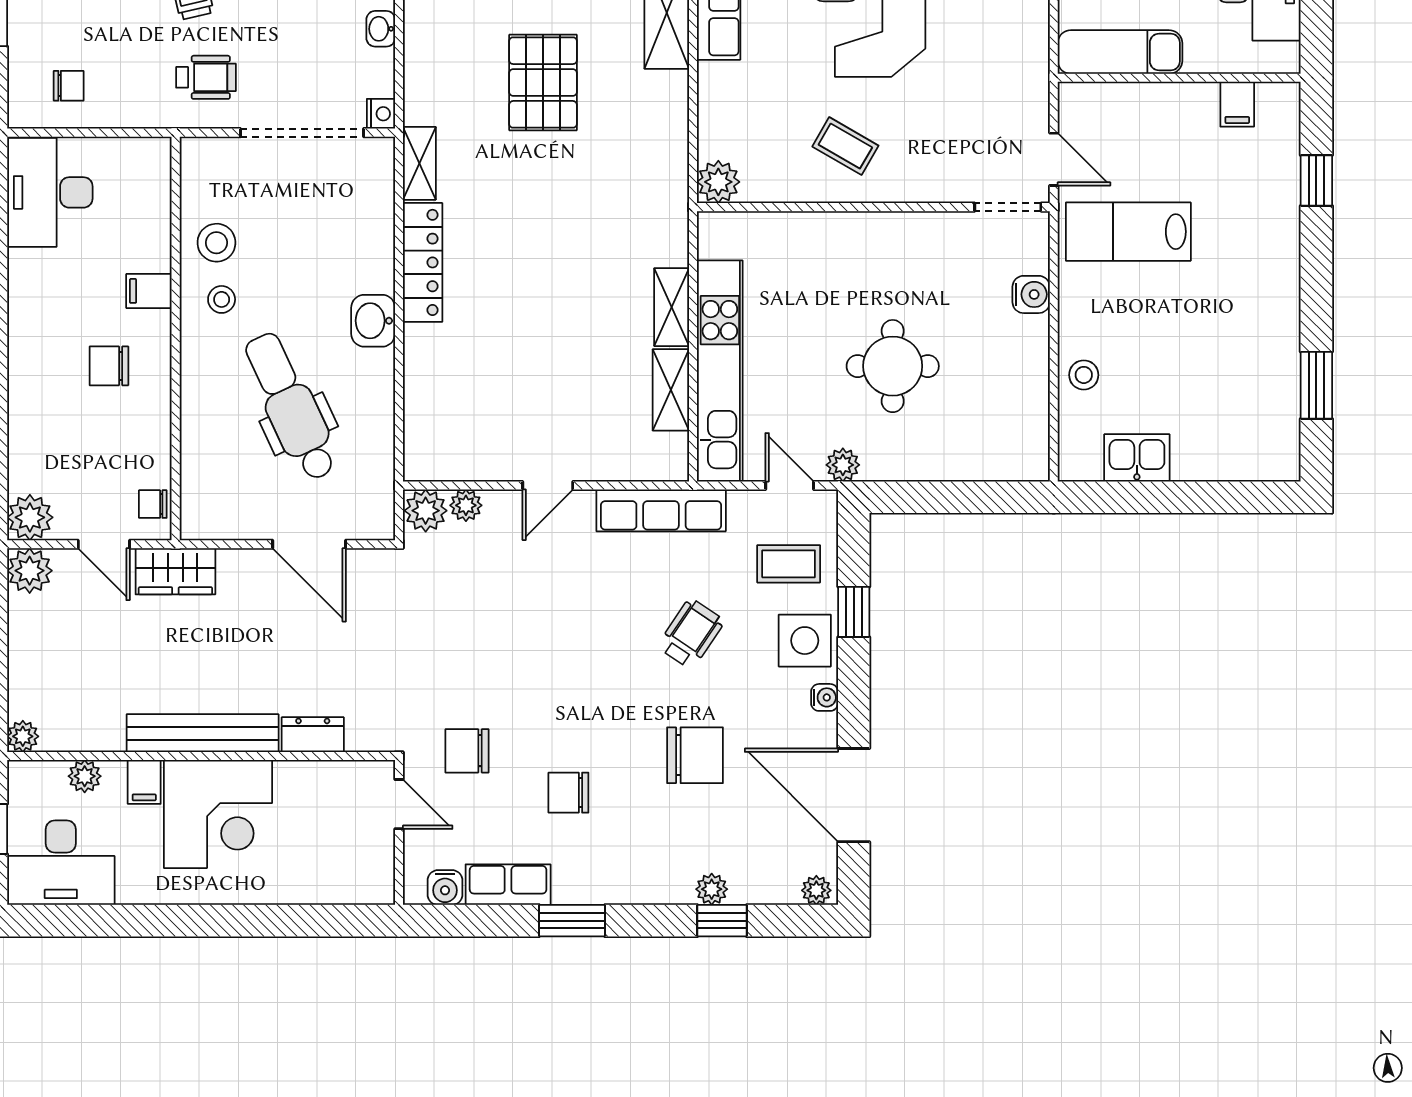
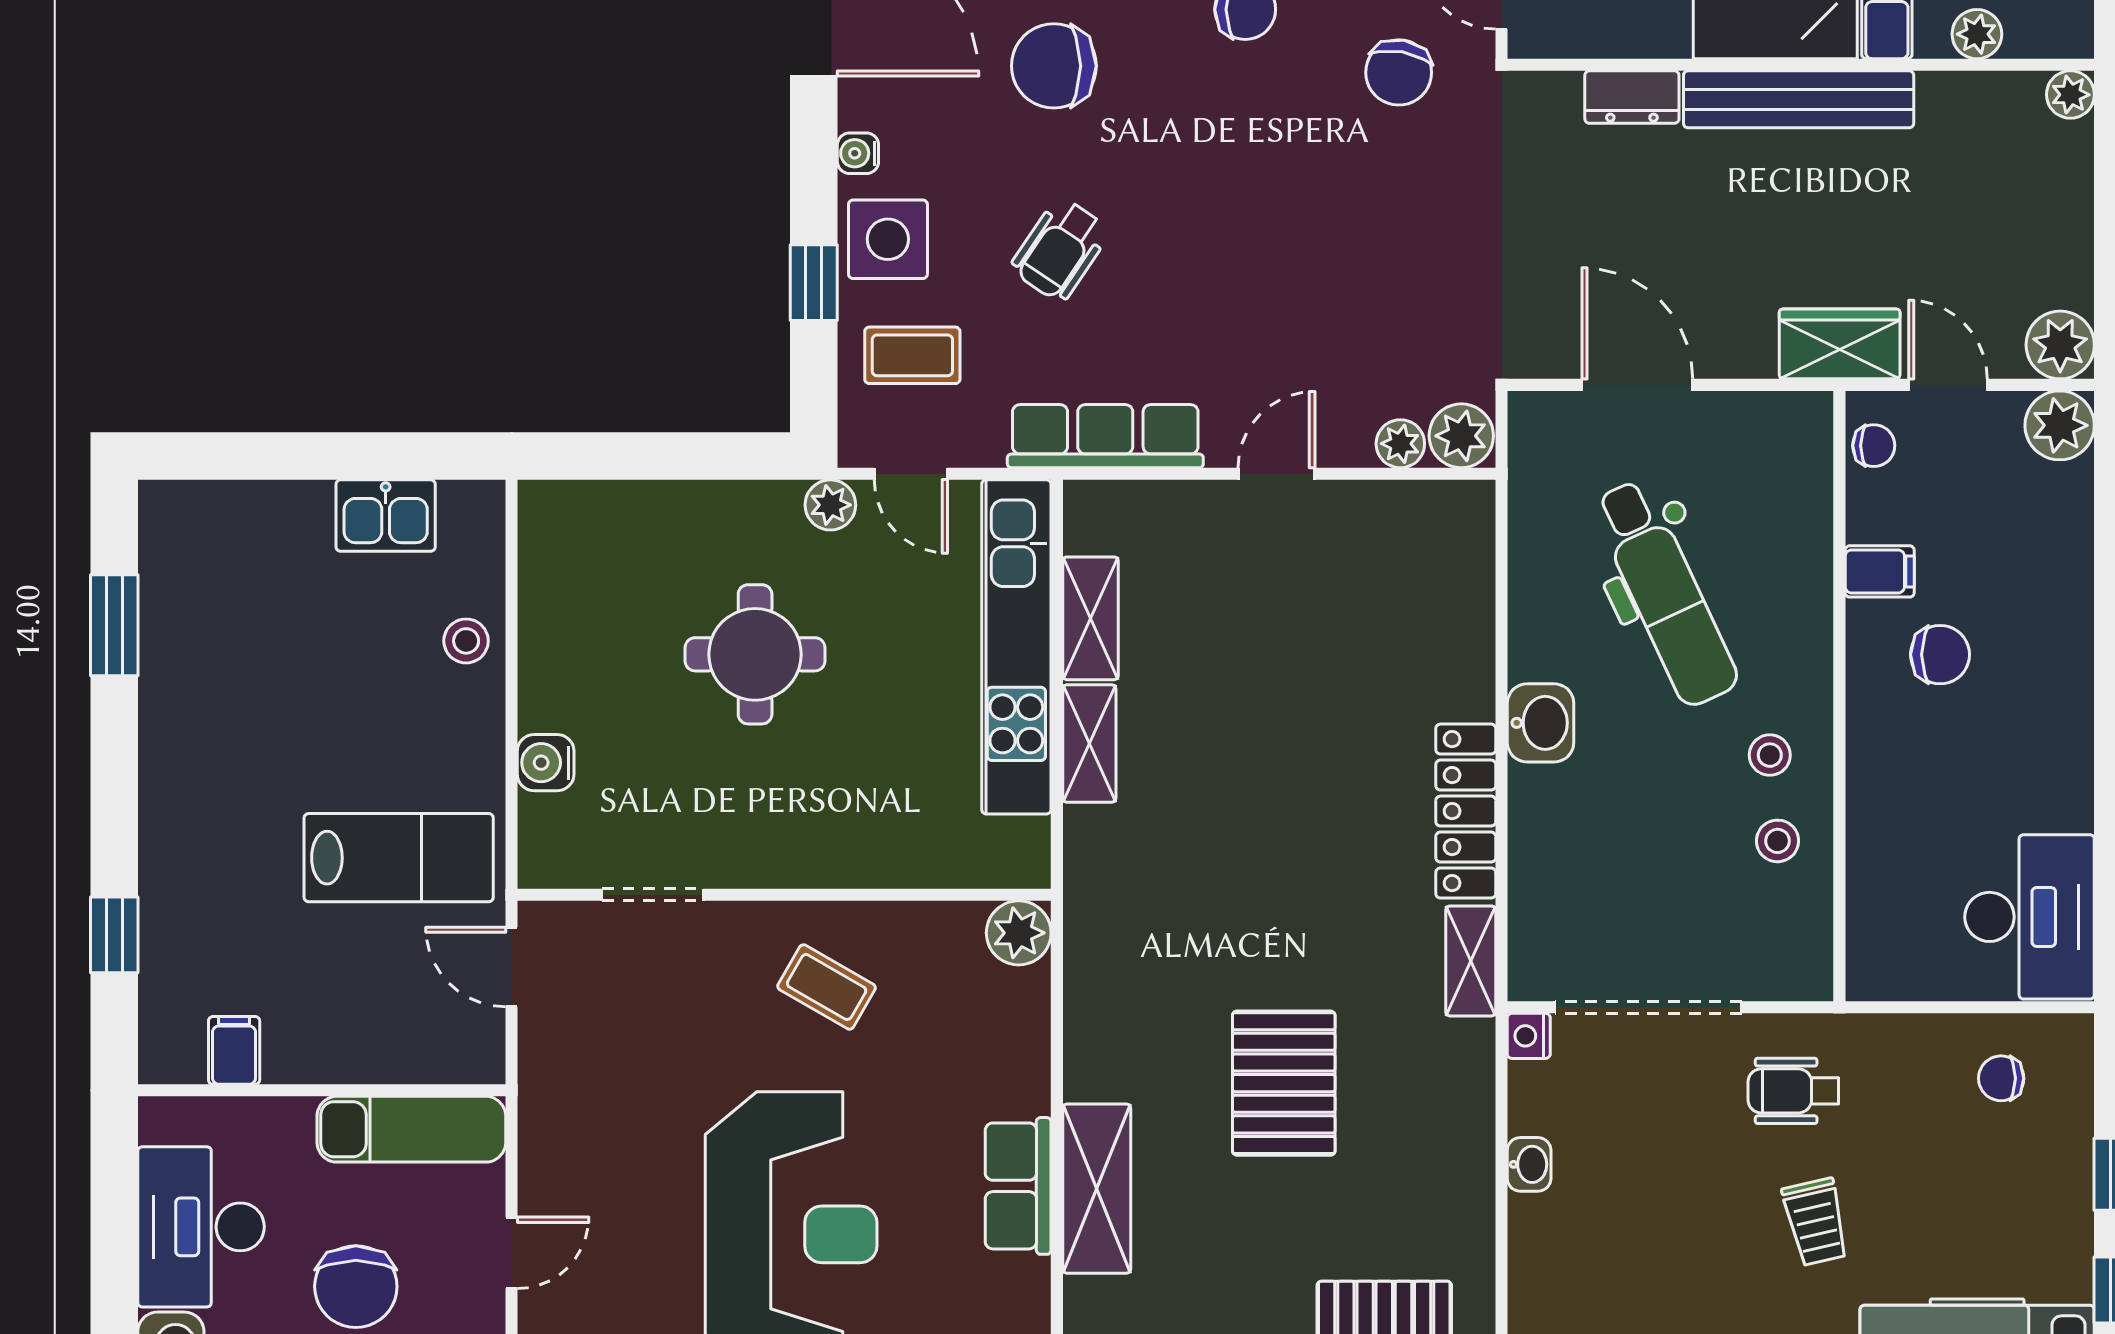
doorway: (1008, 207) -> (653, 895), moved
stool: (216, 243) -> (1778, 841), width x0.73, depth x0.73
filing cabinet: (149, 291) -> (1880, 571), moved
chair: (467, 751) -> (1399, 72), turned 100

